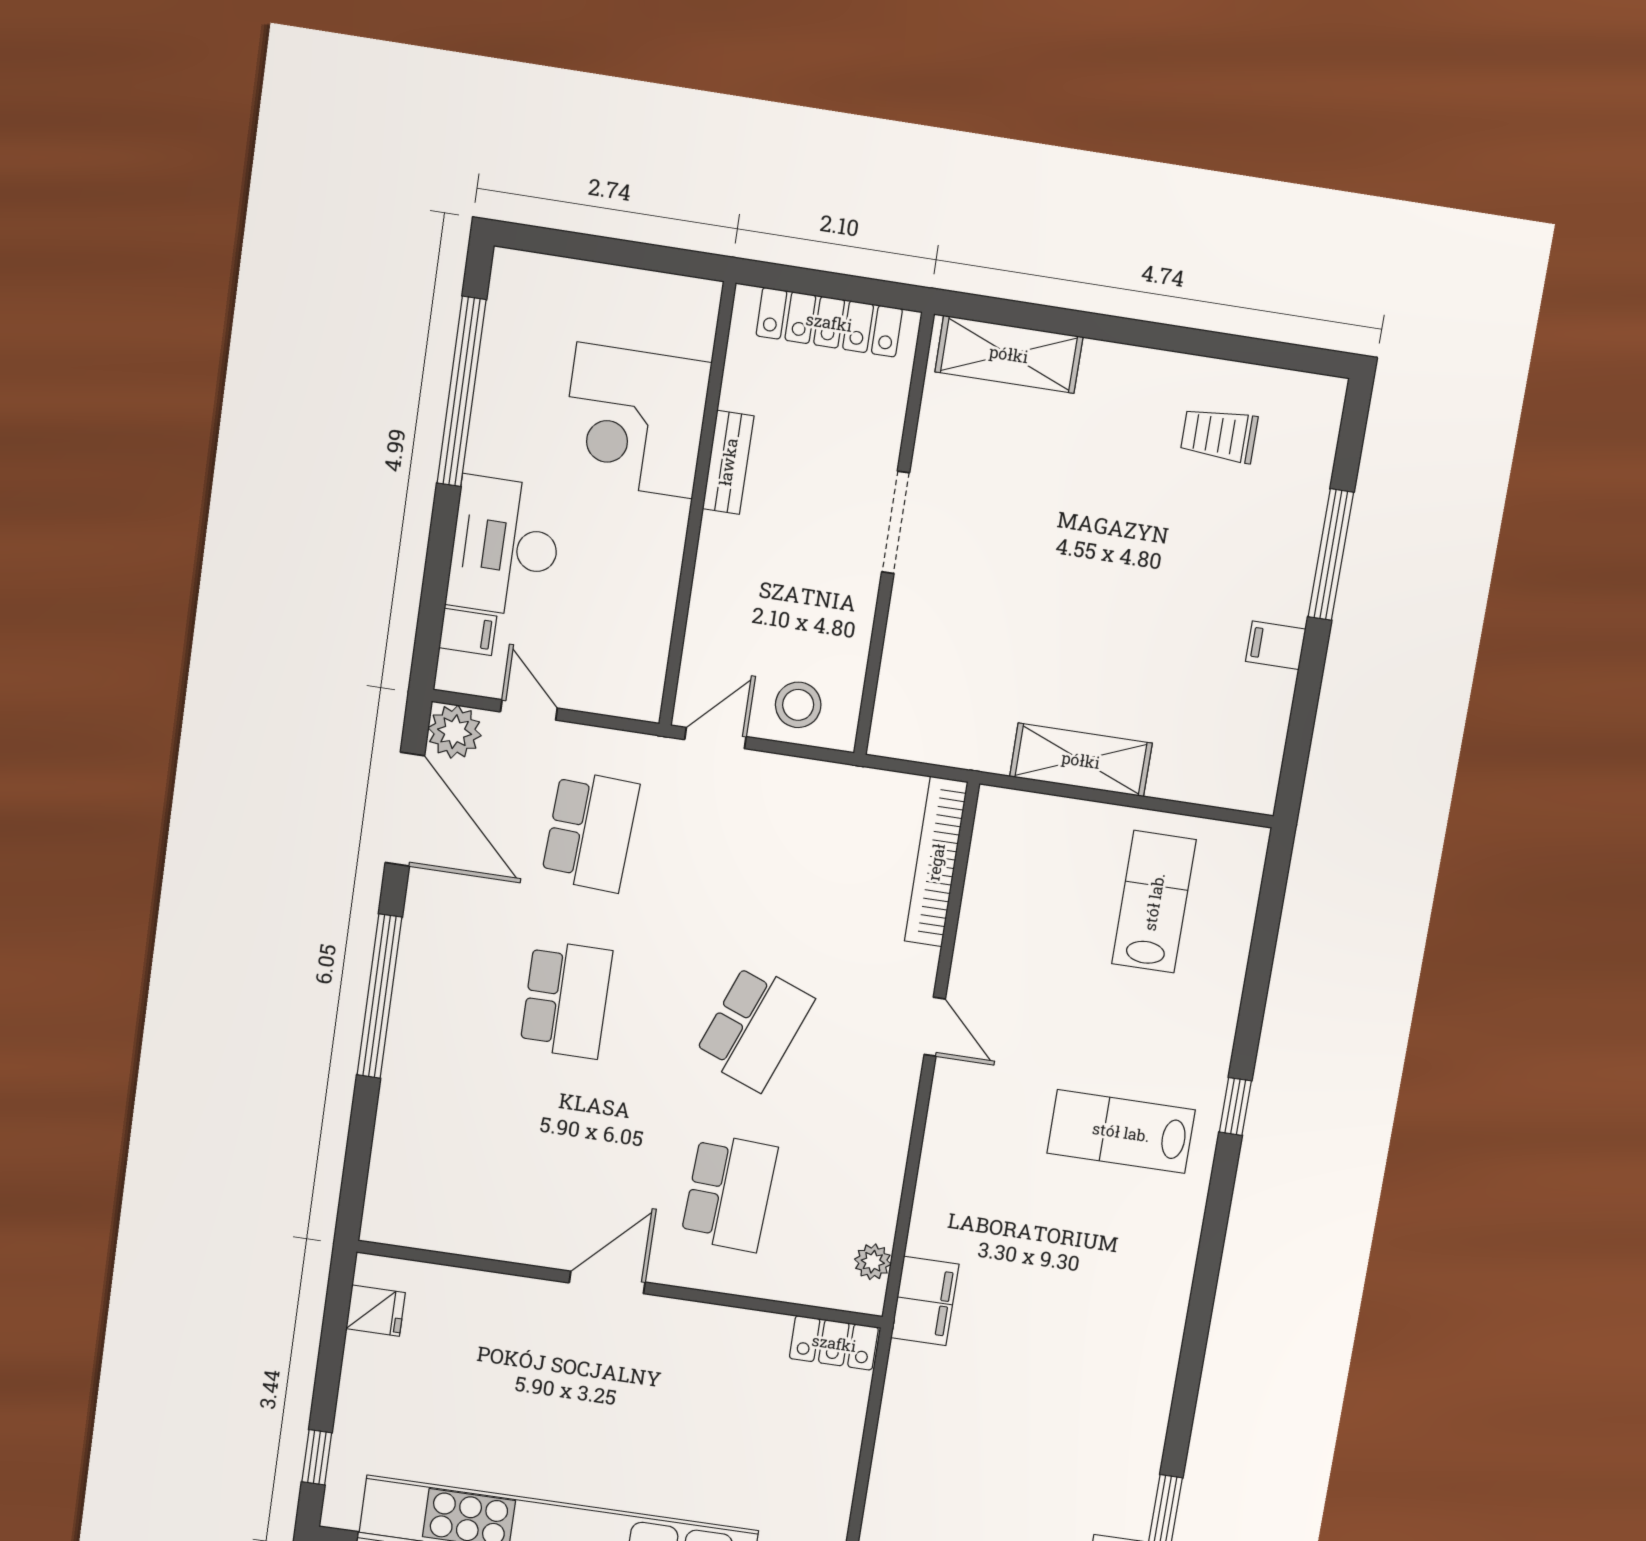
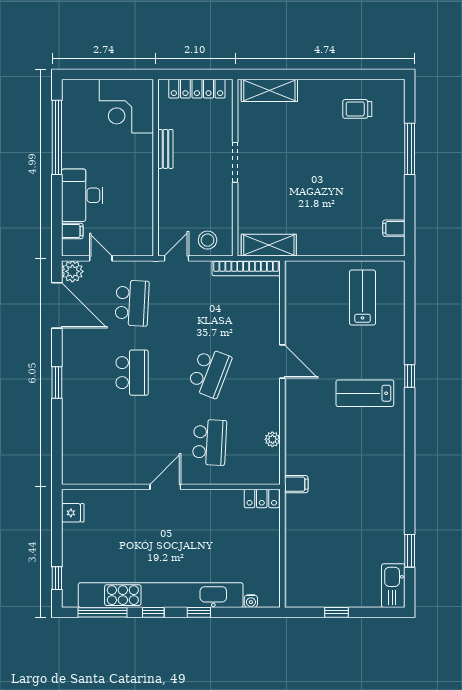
corner desk: (635, 421) -> (126, 106), moved
filing cabinet: (1276, 645) -> (394, 228), moved
shelving: (1081, 760) -> (269, 245), moved
bookcase: (936, 862) -> (246, 268), moved, turned -90
window: (379, 996) -> (57, 383), width x0.47
door: (935, 1027) -> (282, 362), width x1.38
plant: (873, 1262) -> (272, 439), moved
filing cabinet: (925, 1301) -> (296, 484), width x0.50

